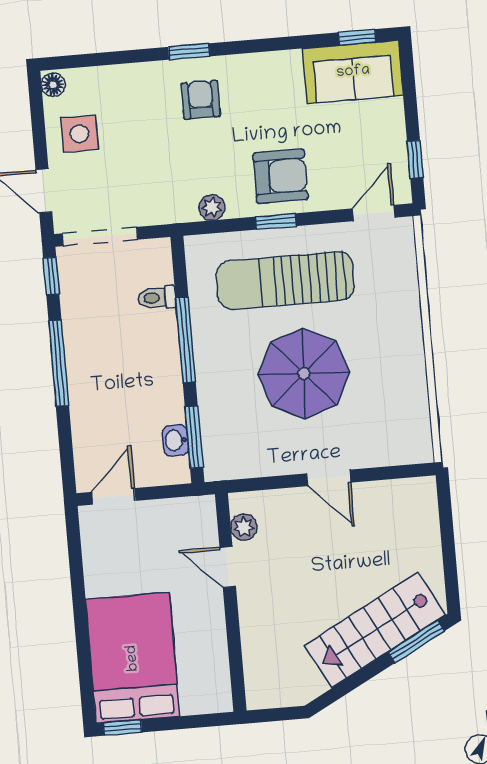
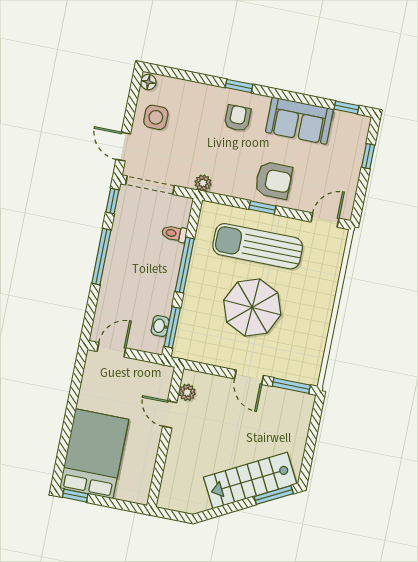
sofa: (353, 72) -> (299, 121), moved
window: (415, 160) -> (368, 156), moved
plant: (212, 208) -> (203, 183), moved
window: (395, 472) -> (291, 386), added

